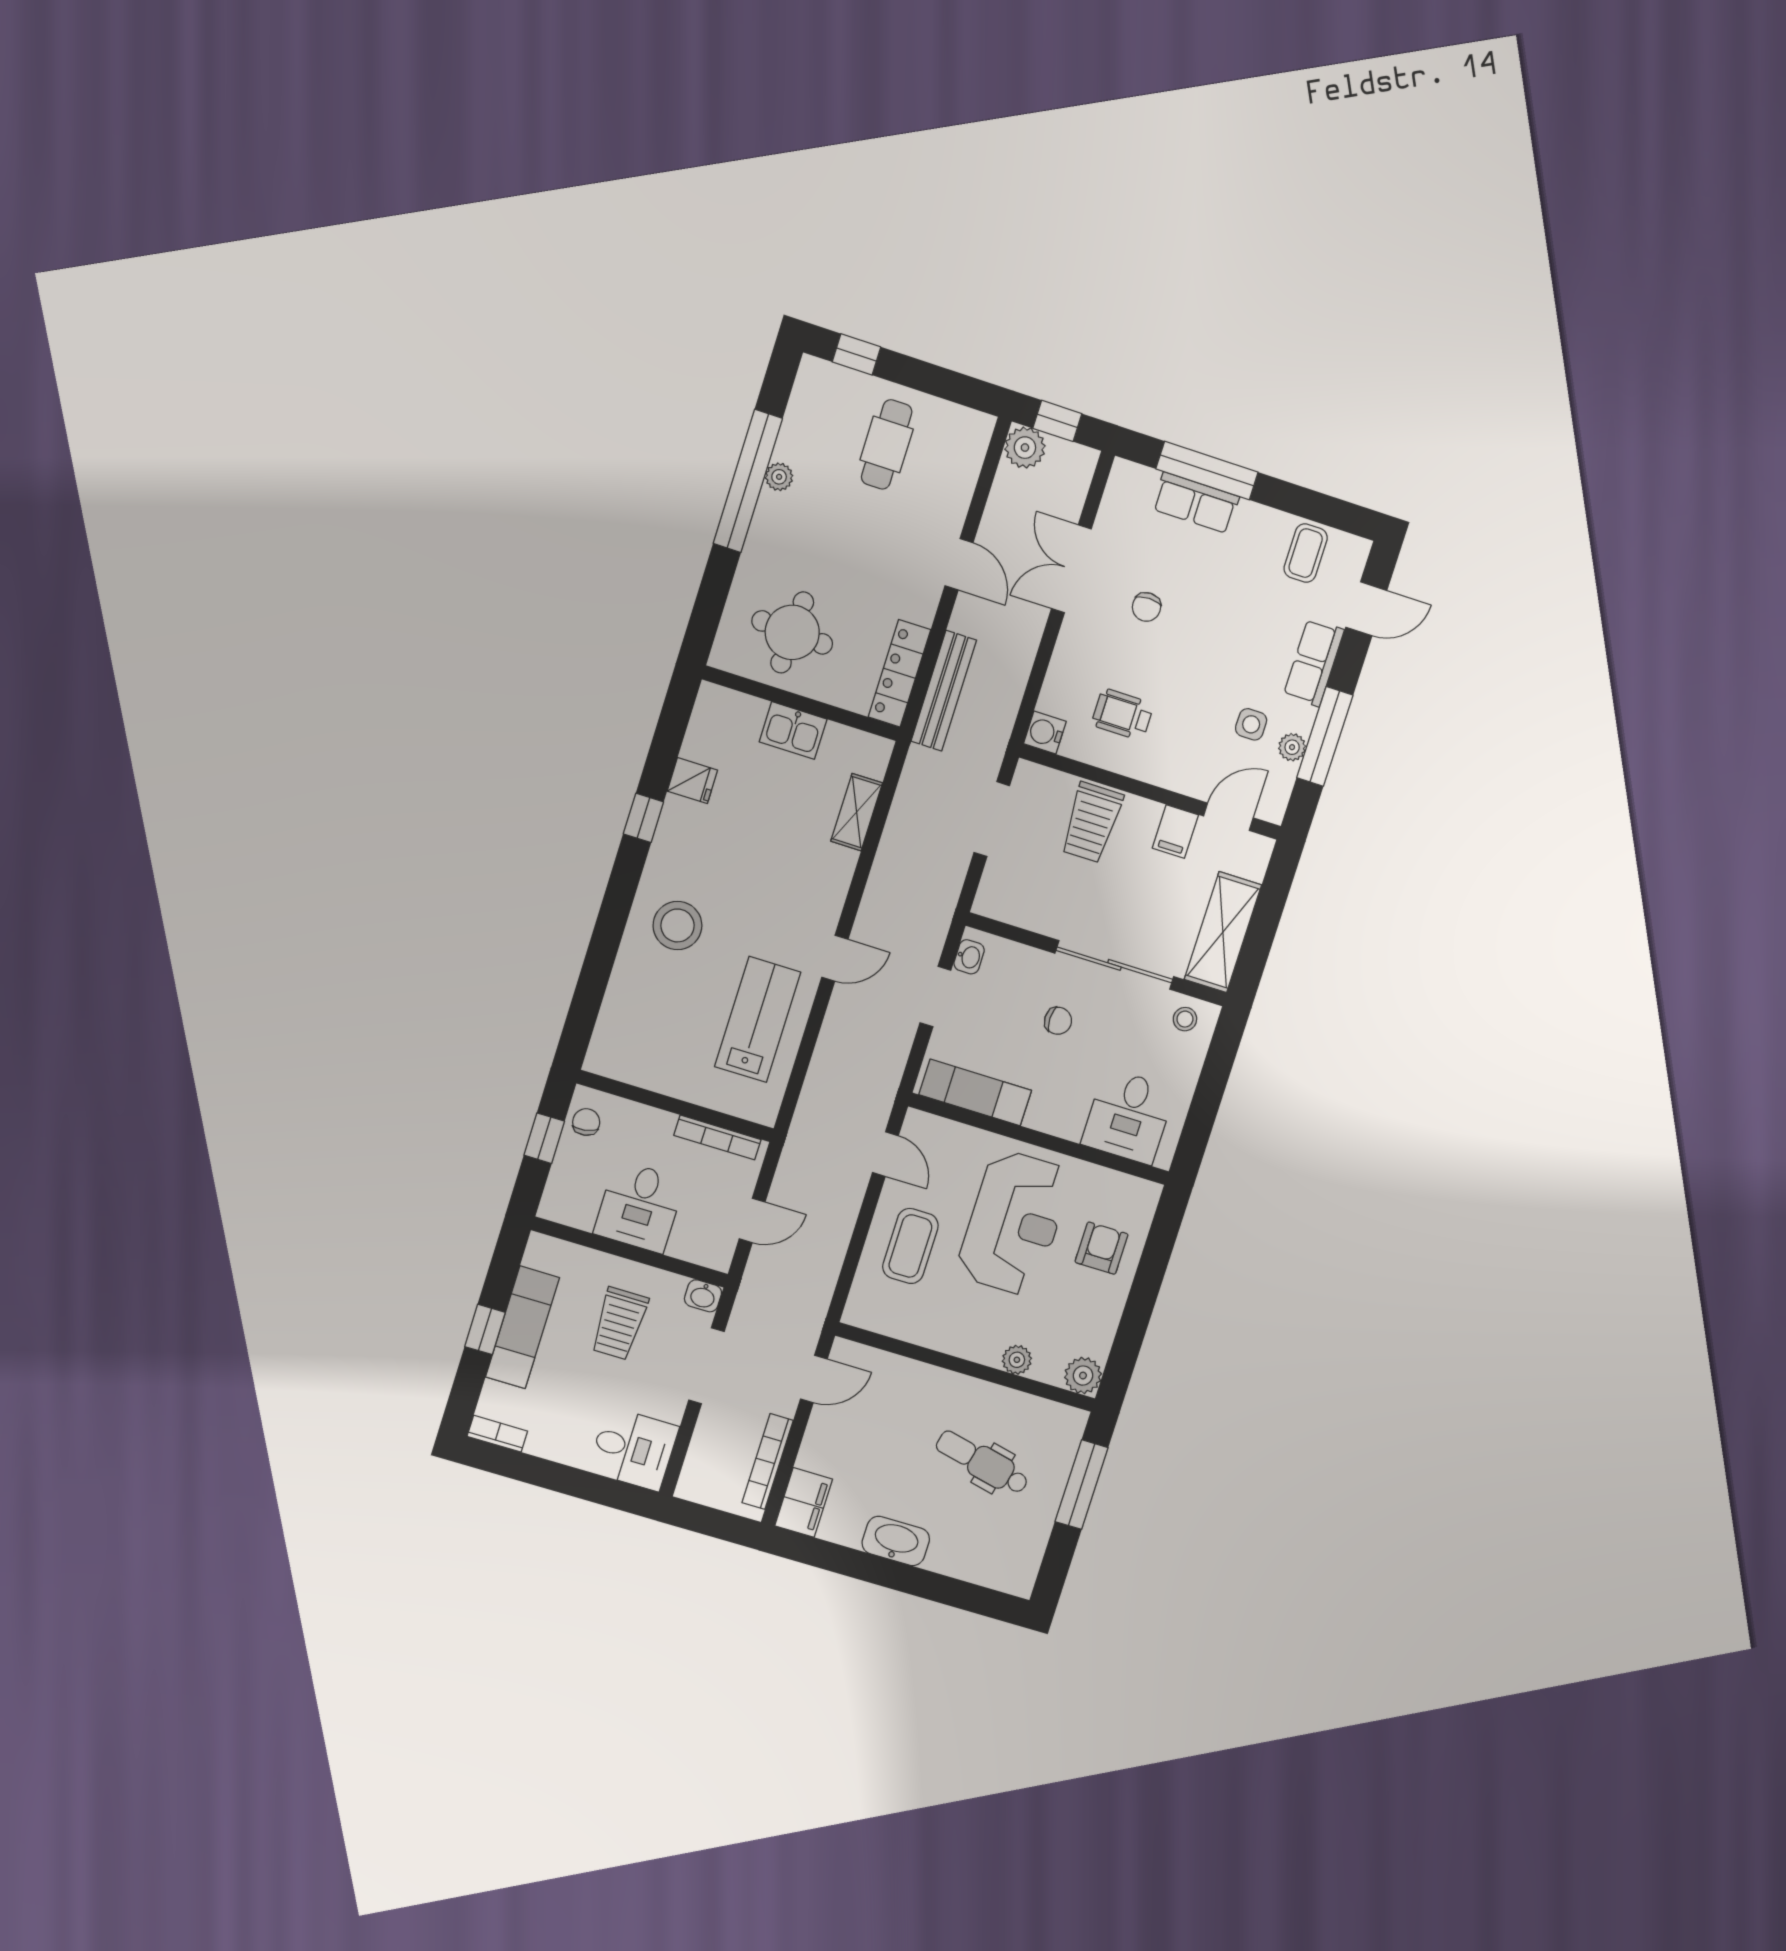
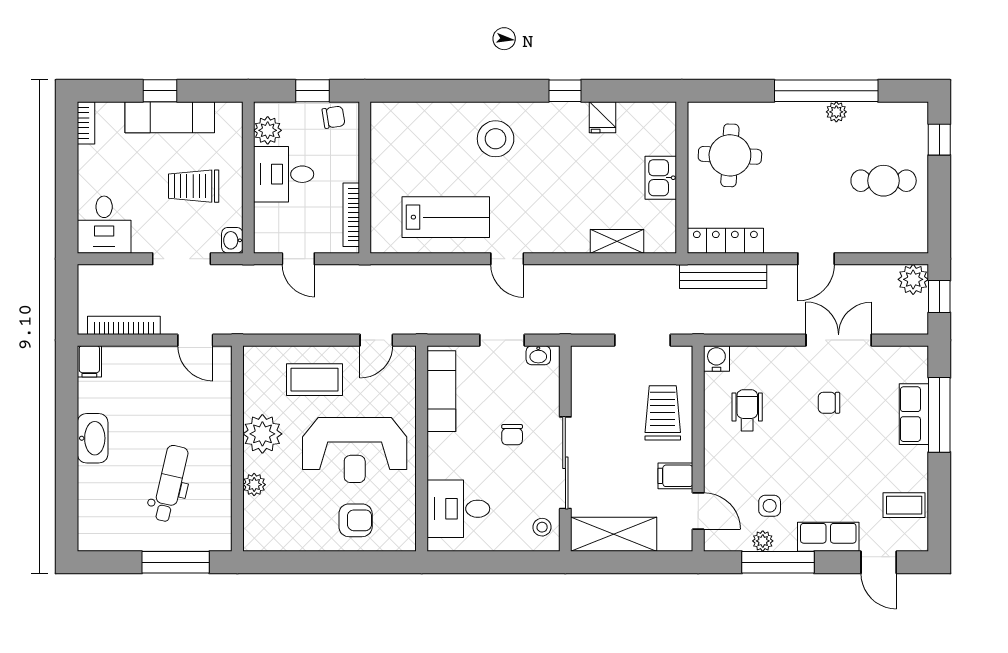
trolley: (1092, 822) -> (663, 413), turned 90
plant: (577, 1210) -> (268, 130), added
plant: (1083, 1376) -> (262, 434), moved, width x1.36, depth x1.36
filing cabinet: (804, 1502) -> (89, 361), width x0.50

